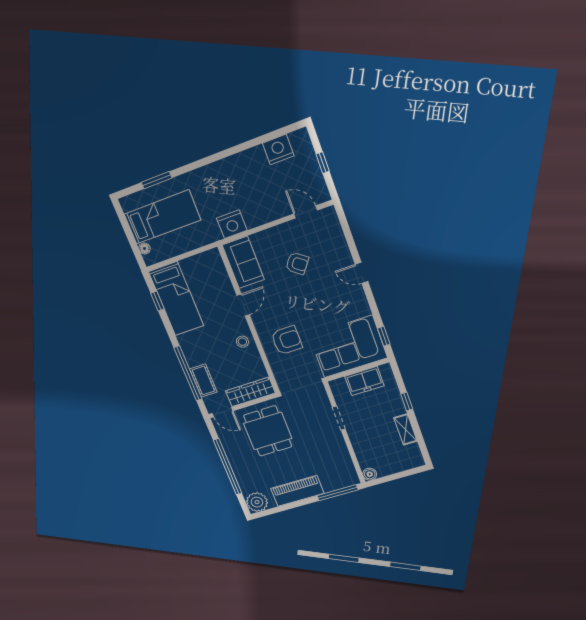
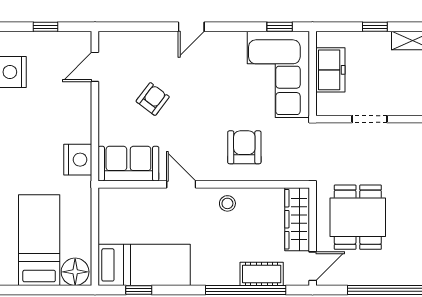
floor lamp: (145, 248) -> (75, 272), width x1.89, depth x1.89
dining table: (268, 431) -> (358, 217), turned 90

